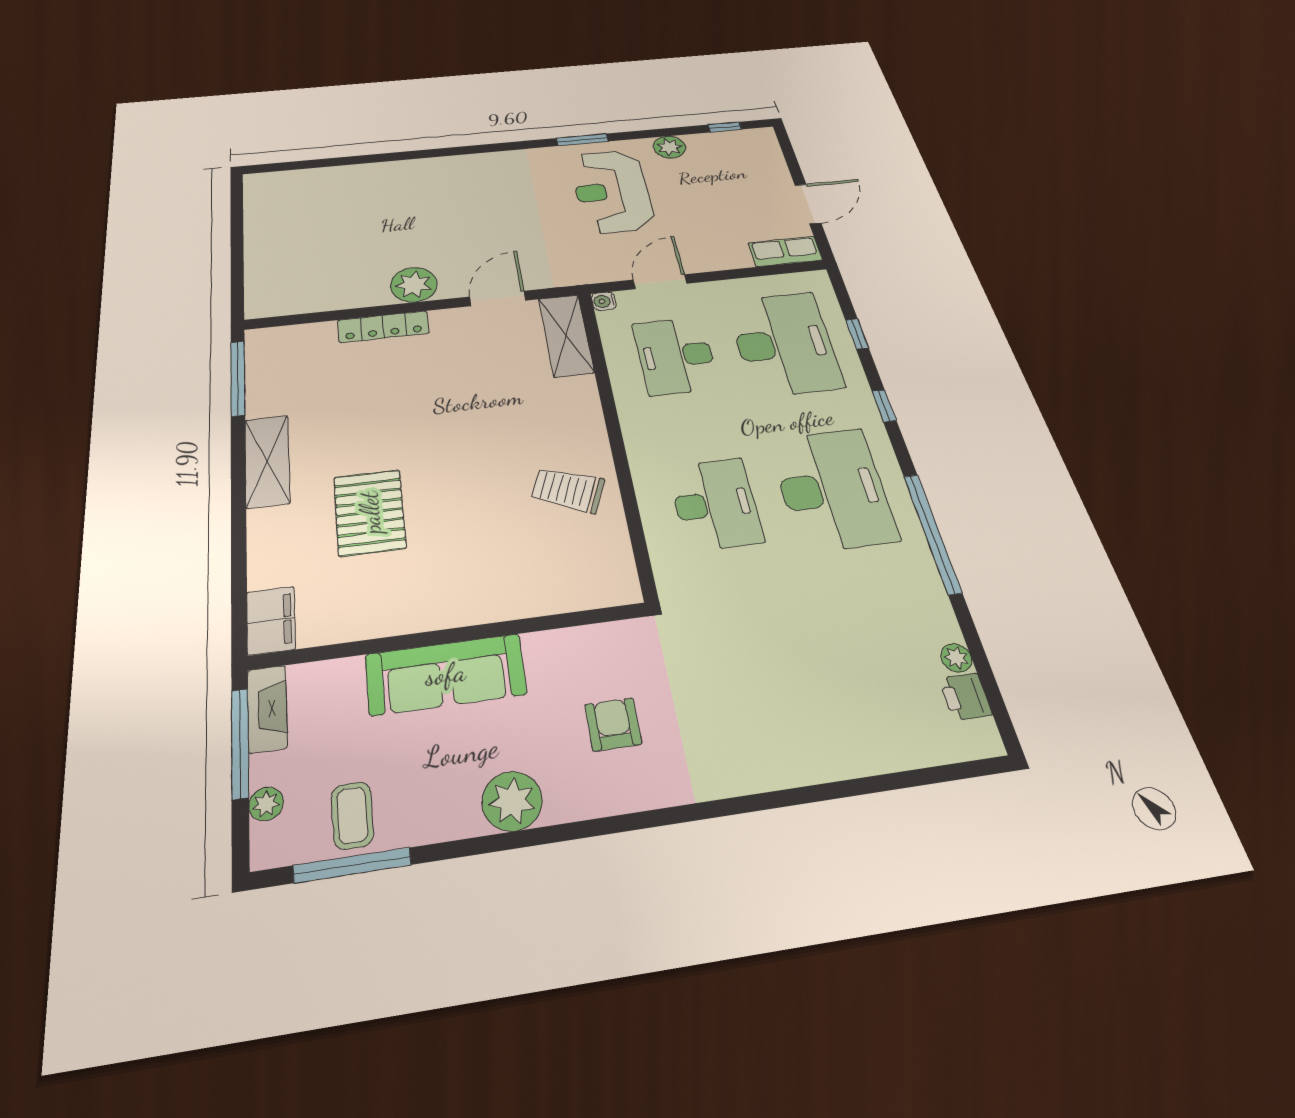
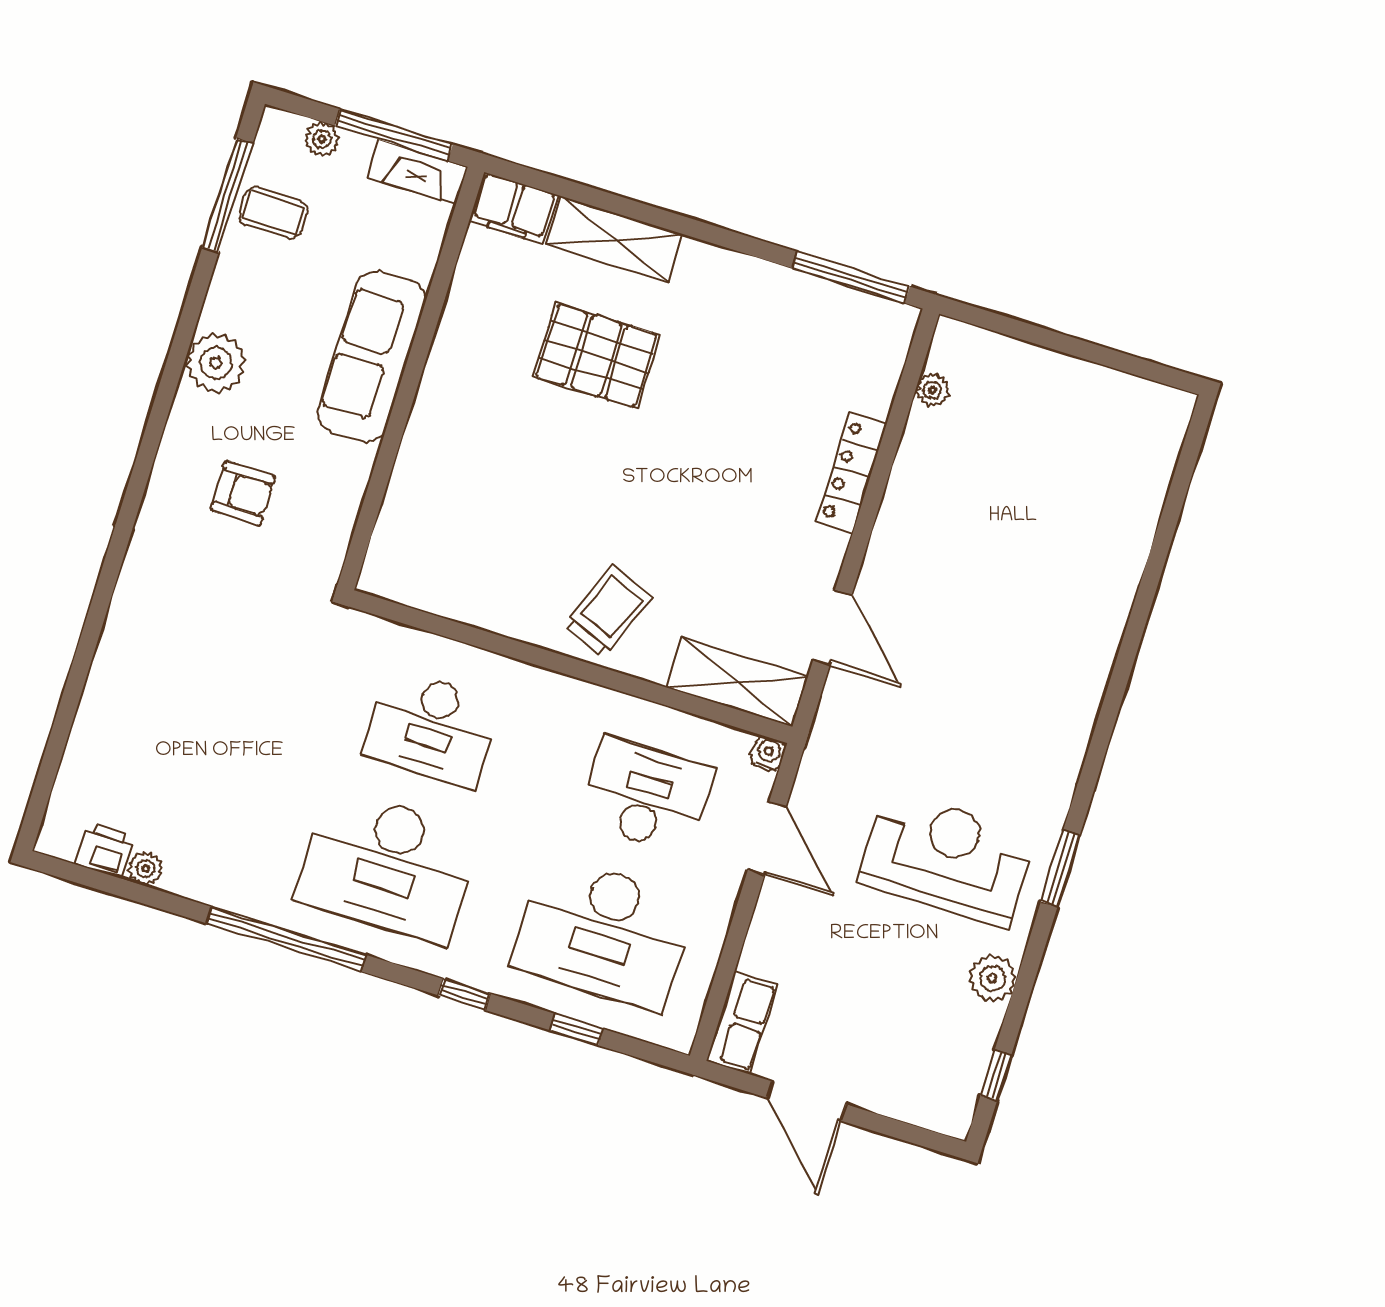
plant: (414, 285) -> (932, 390), moved, width x0.53, depth x0.53
shelving: (267, 461) -> (615, 239), moved
trolley: (568, 490) -> (608, 611), moved

